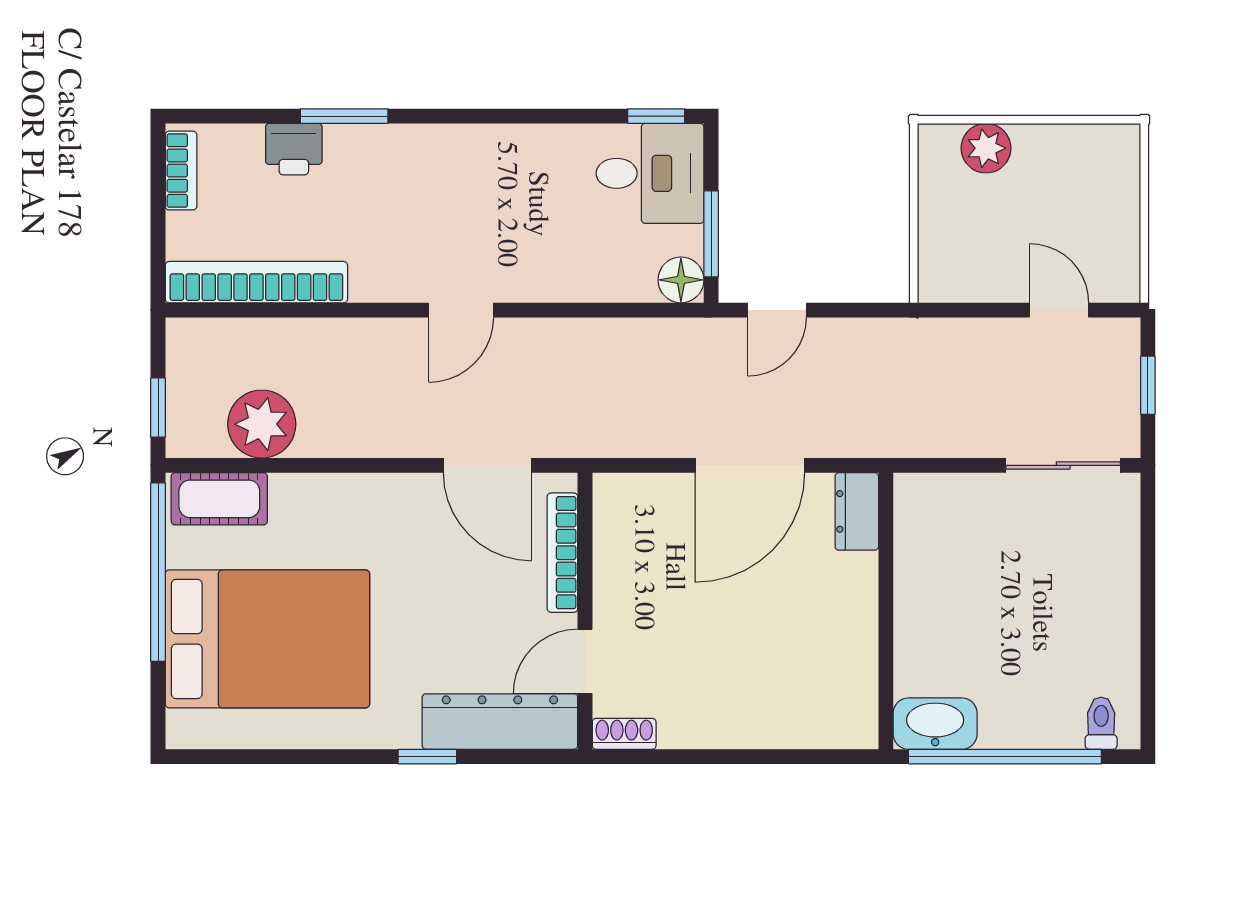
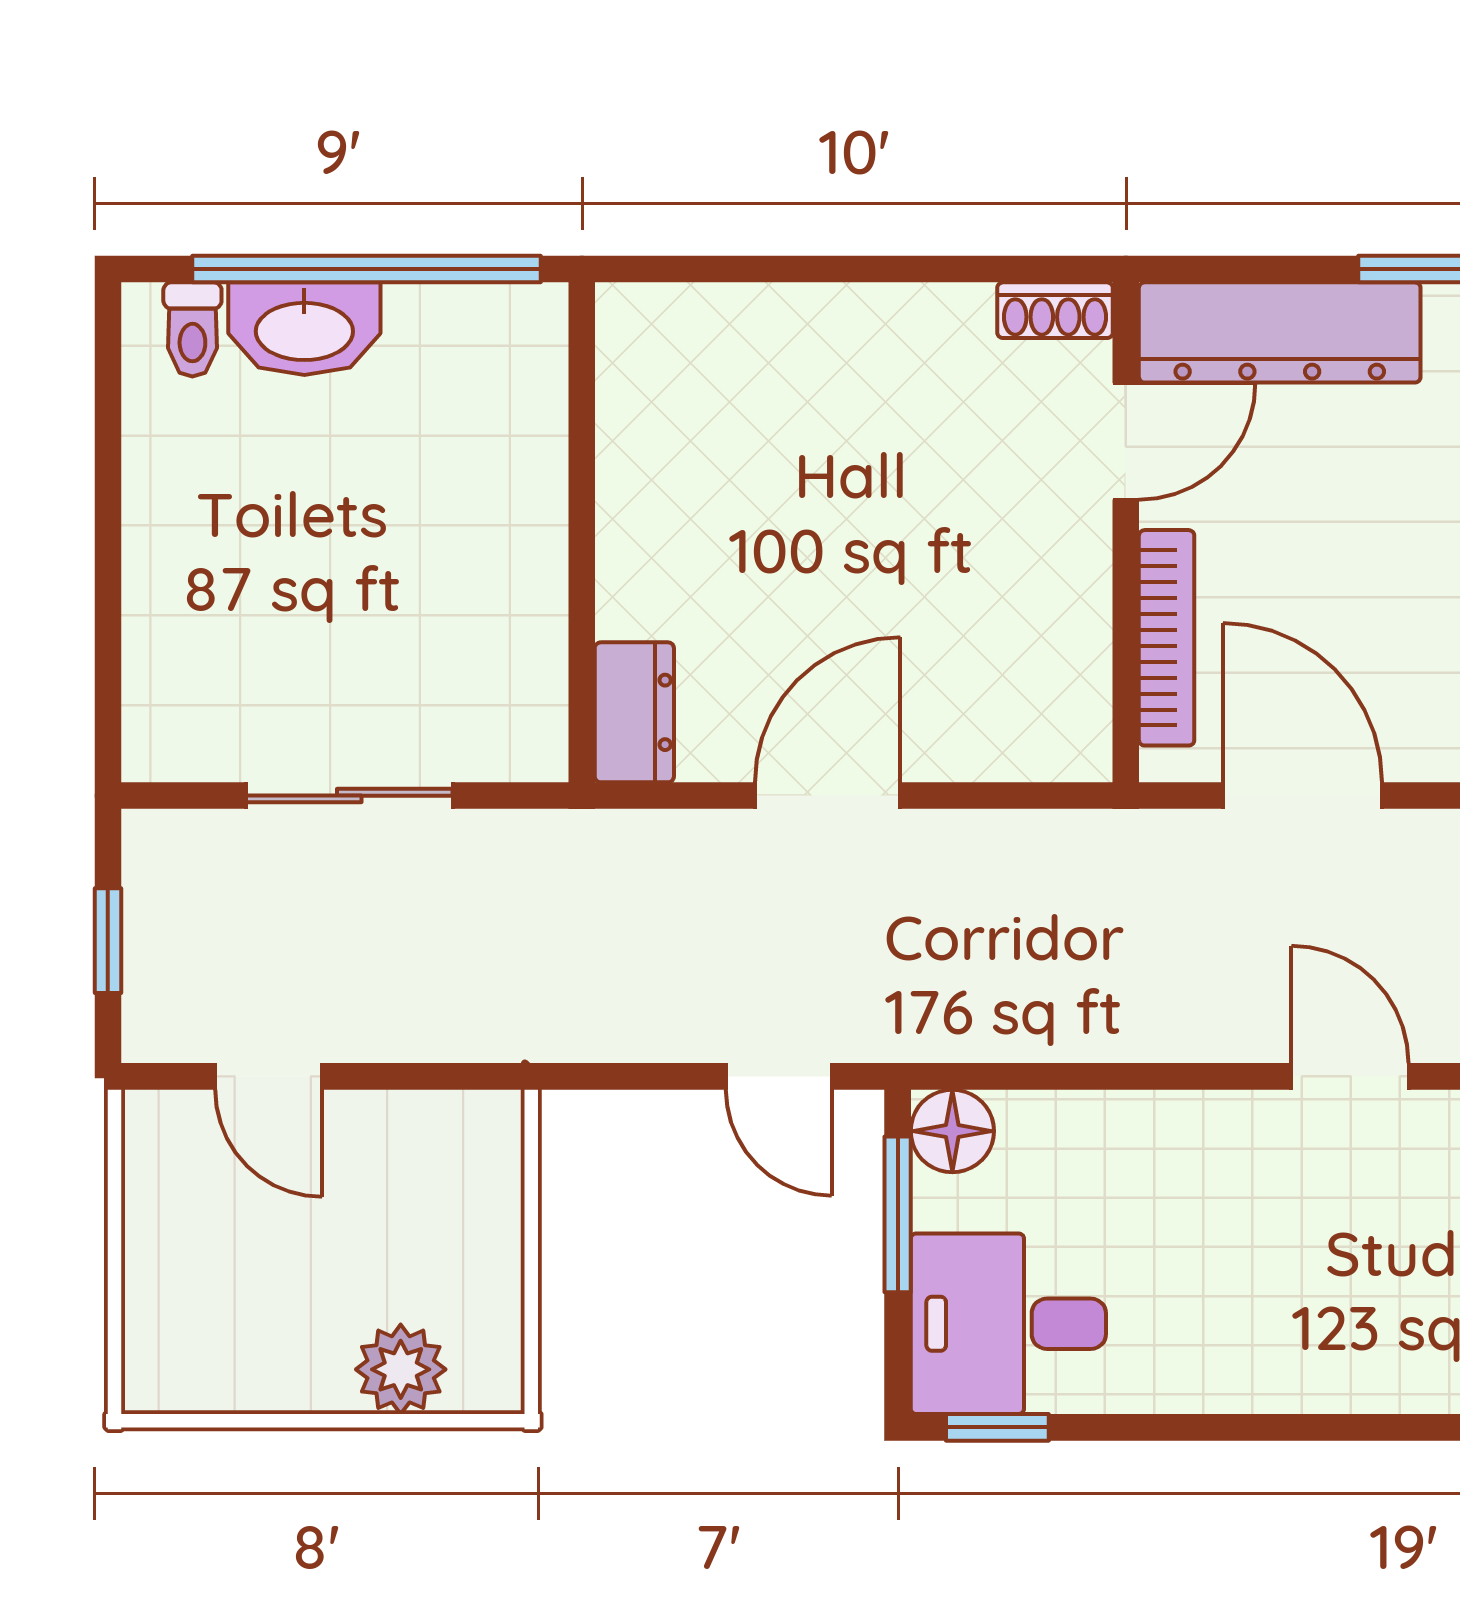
door: (461, 310) -> (1350, 1076), hinge flipped
door: (777, 310) -> (779, 1076), swing flipped
door: (750, 465) -> (828, 796), width x0.73
sliding door: (1063, 465) -> (349, 796), moved
washbasin: (935, 724) -> (304, 329), moved

